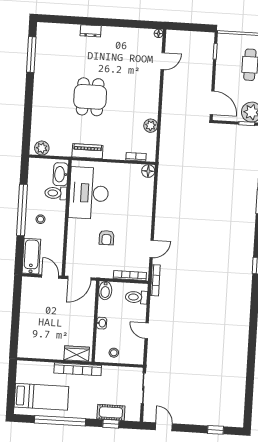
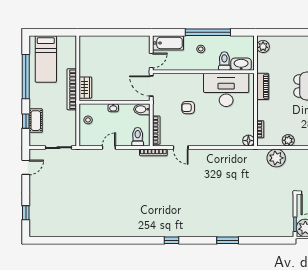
plant: (170, 141) -> (276, 158), added

